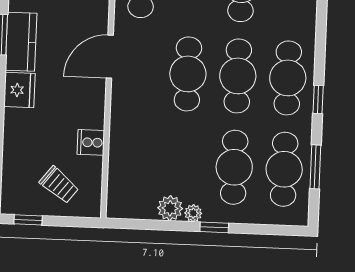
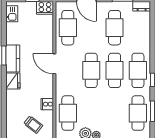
door: (110, 57) -> (54, 64), hinge flipped
cafe table: (234, 167) -> (68, 113), moved

